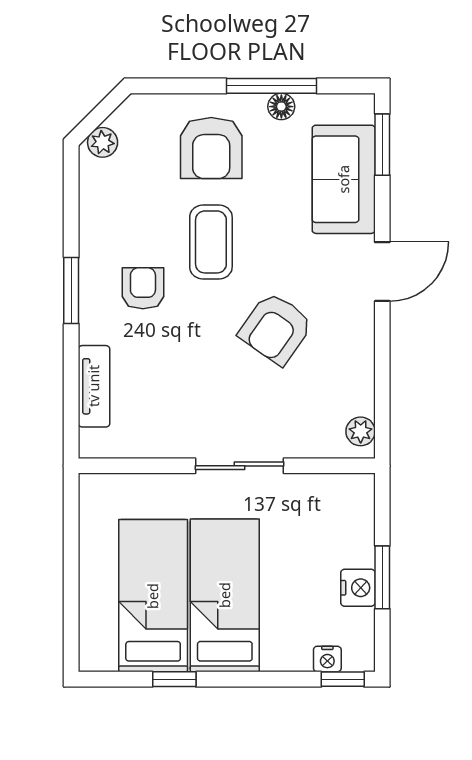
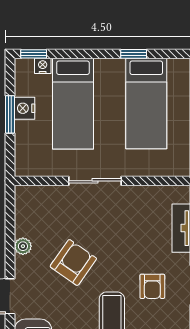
plant: (361, 431) -> (23, 246), moved
bed: (225, 595) -> (73, 104), moved

